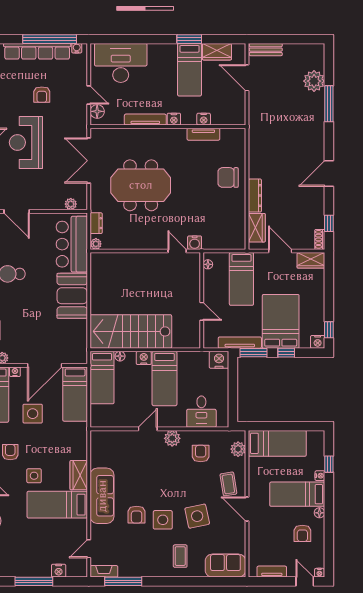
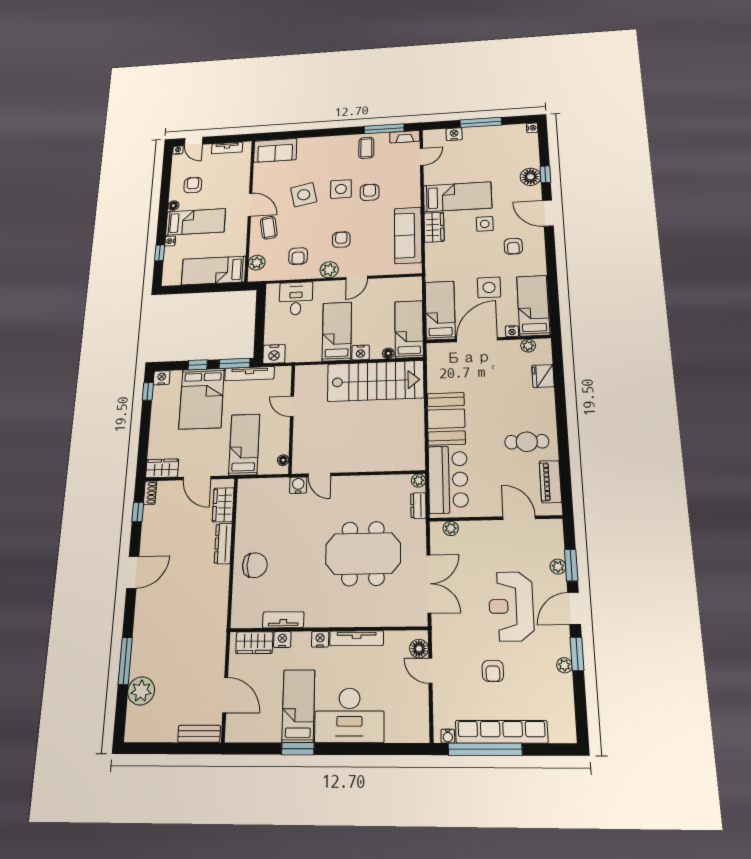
wardrobe: (217, 52) -> (254, 643), moved, turned 180
desk: (121, 63) -> (349, 715), moved
armchair: (42, 95) -> (493, 671), turned 180
reception desk: (26, 142) -> (511, 606), turned 180
armchair: (162, 468) -> (341, 240), added
sofa: (102, 496) -> (408, 235), moved
coffee table: (180, 556) -> (366, 148), moved

